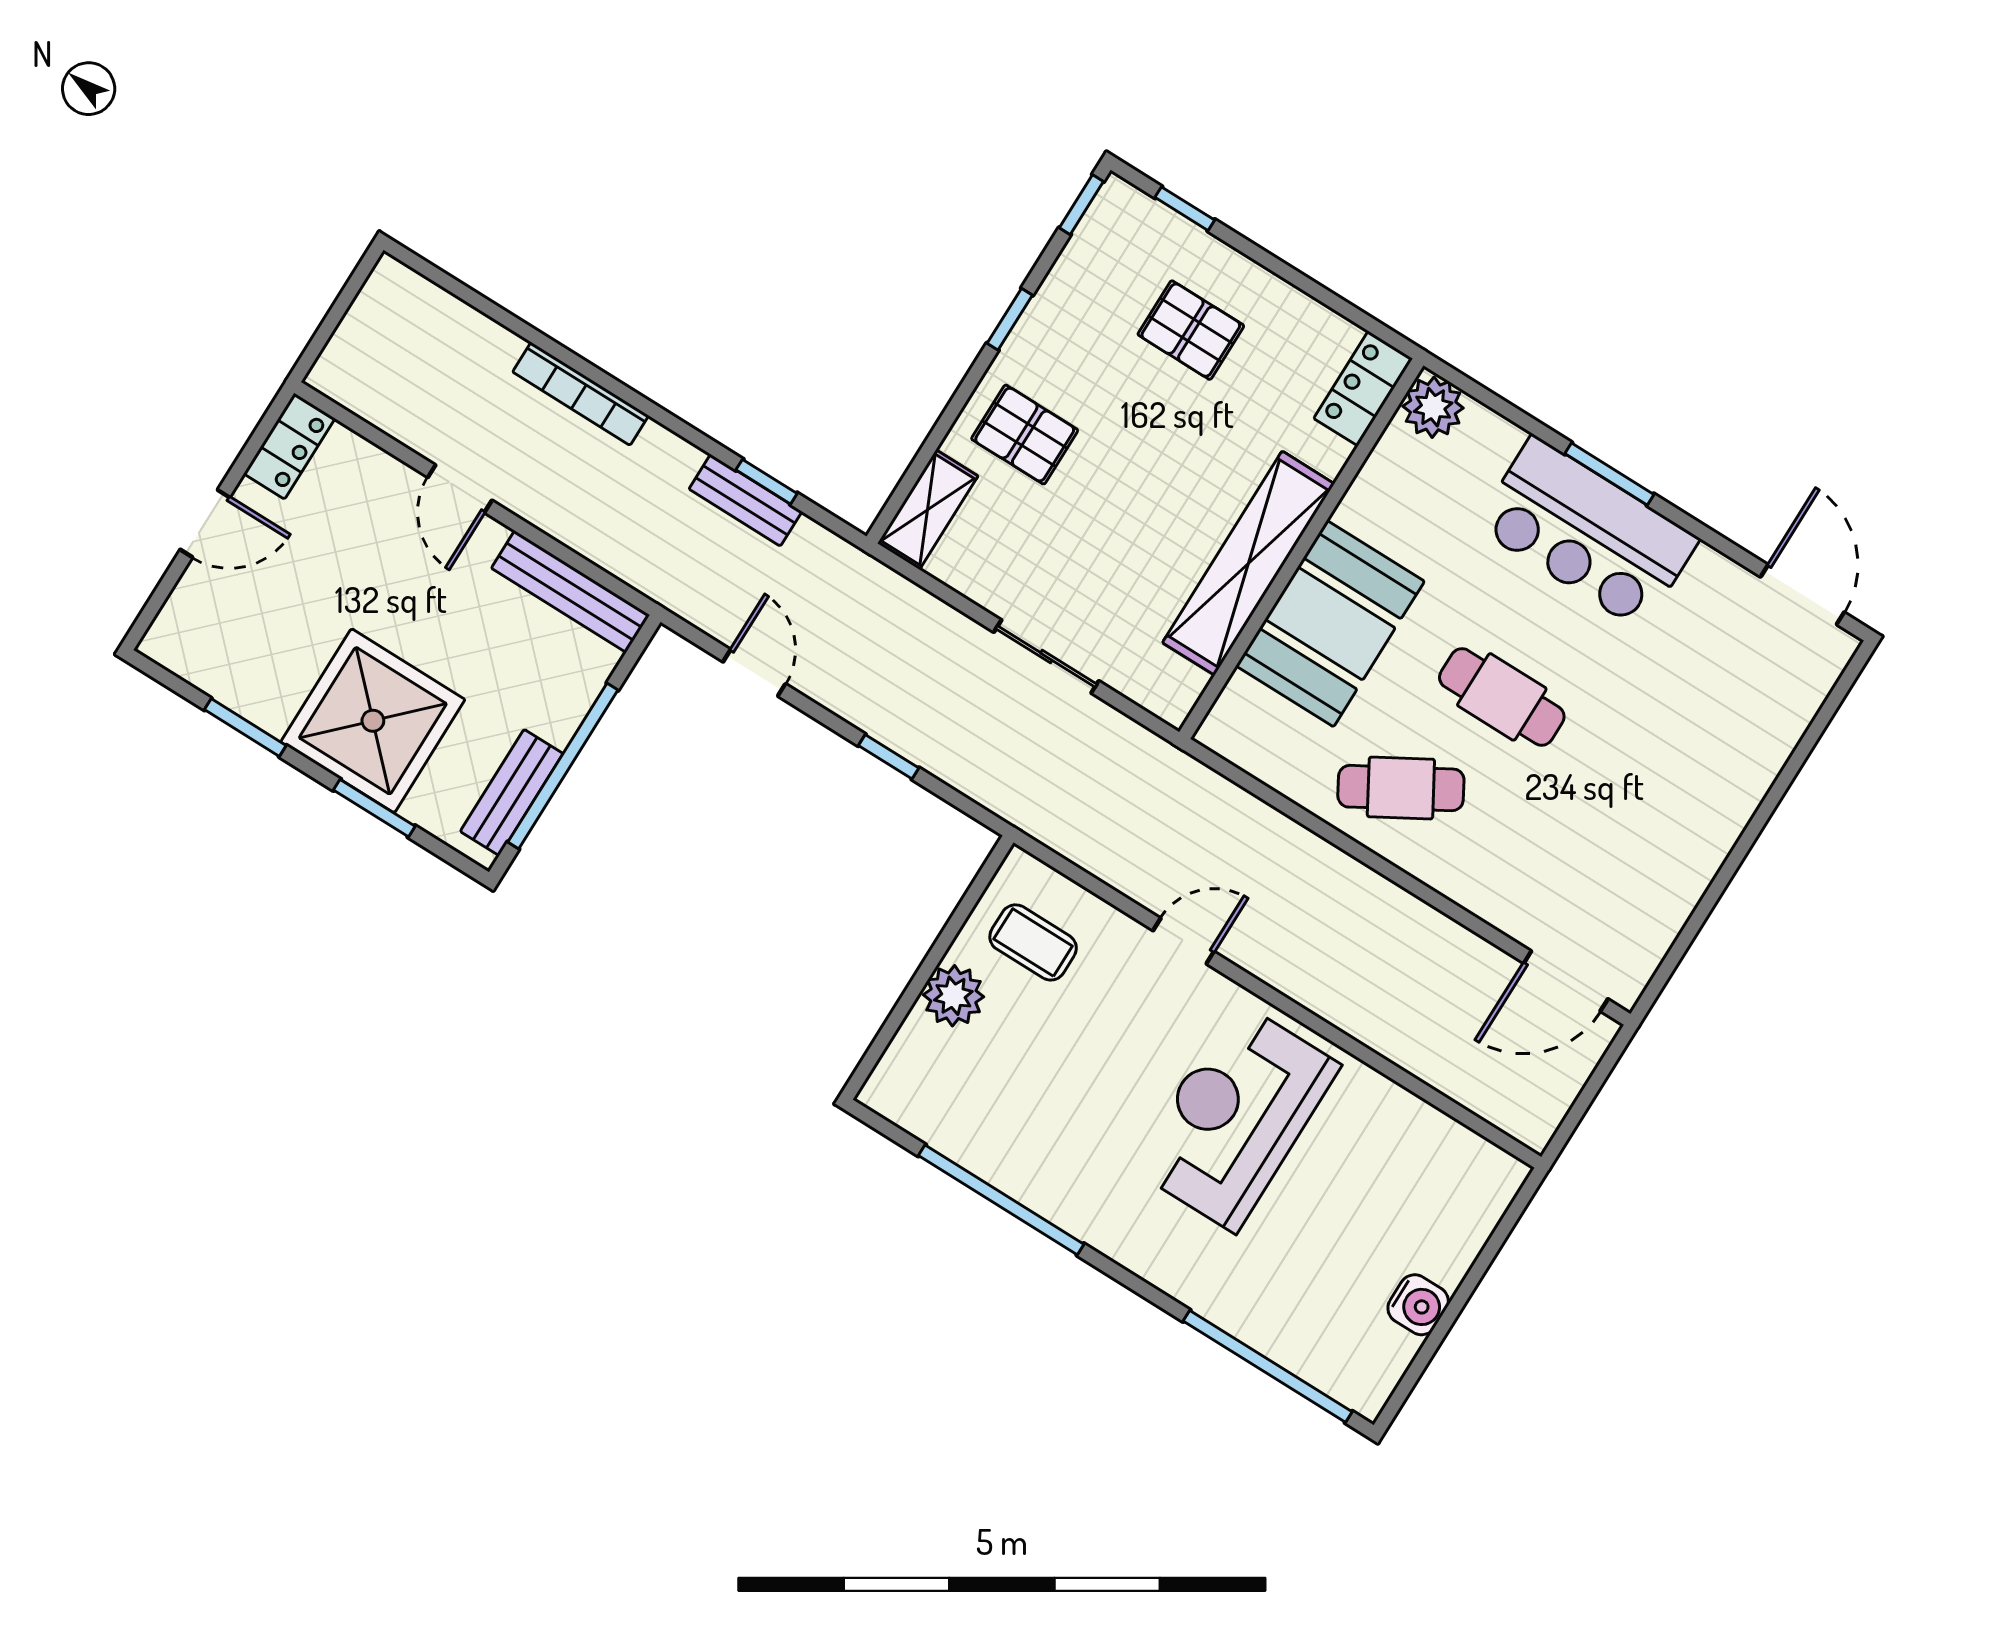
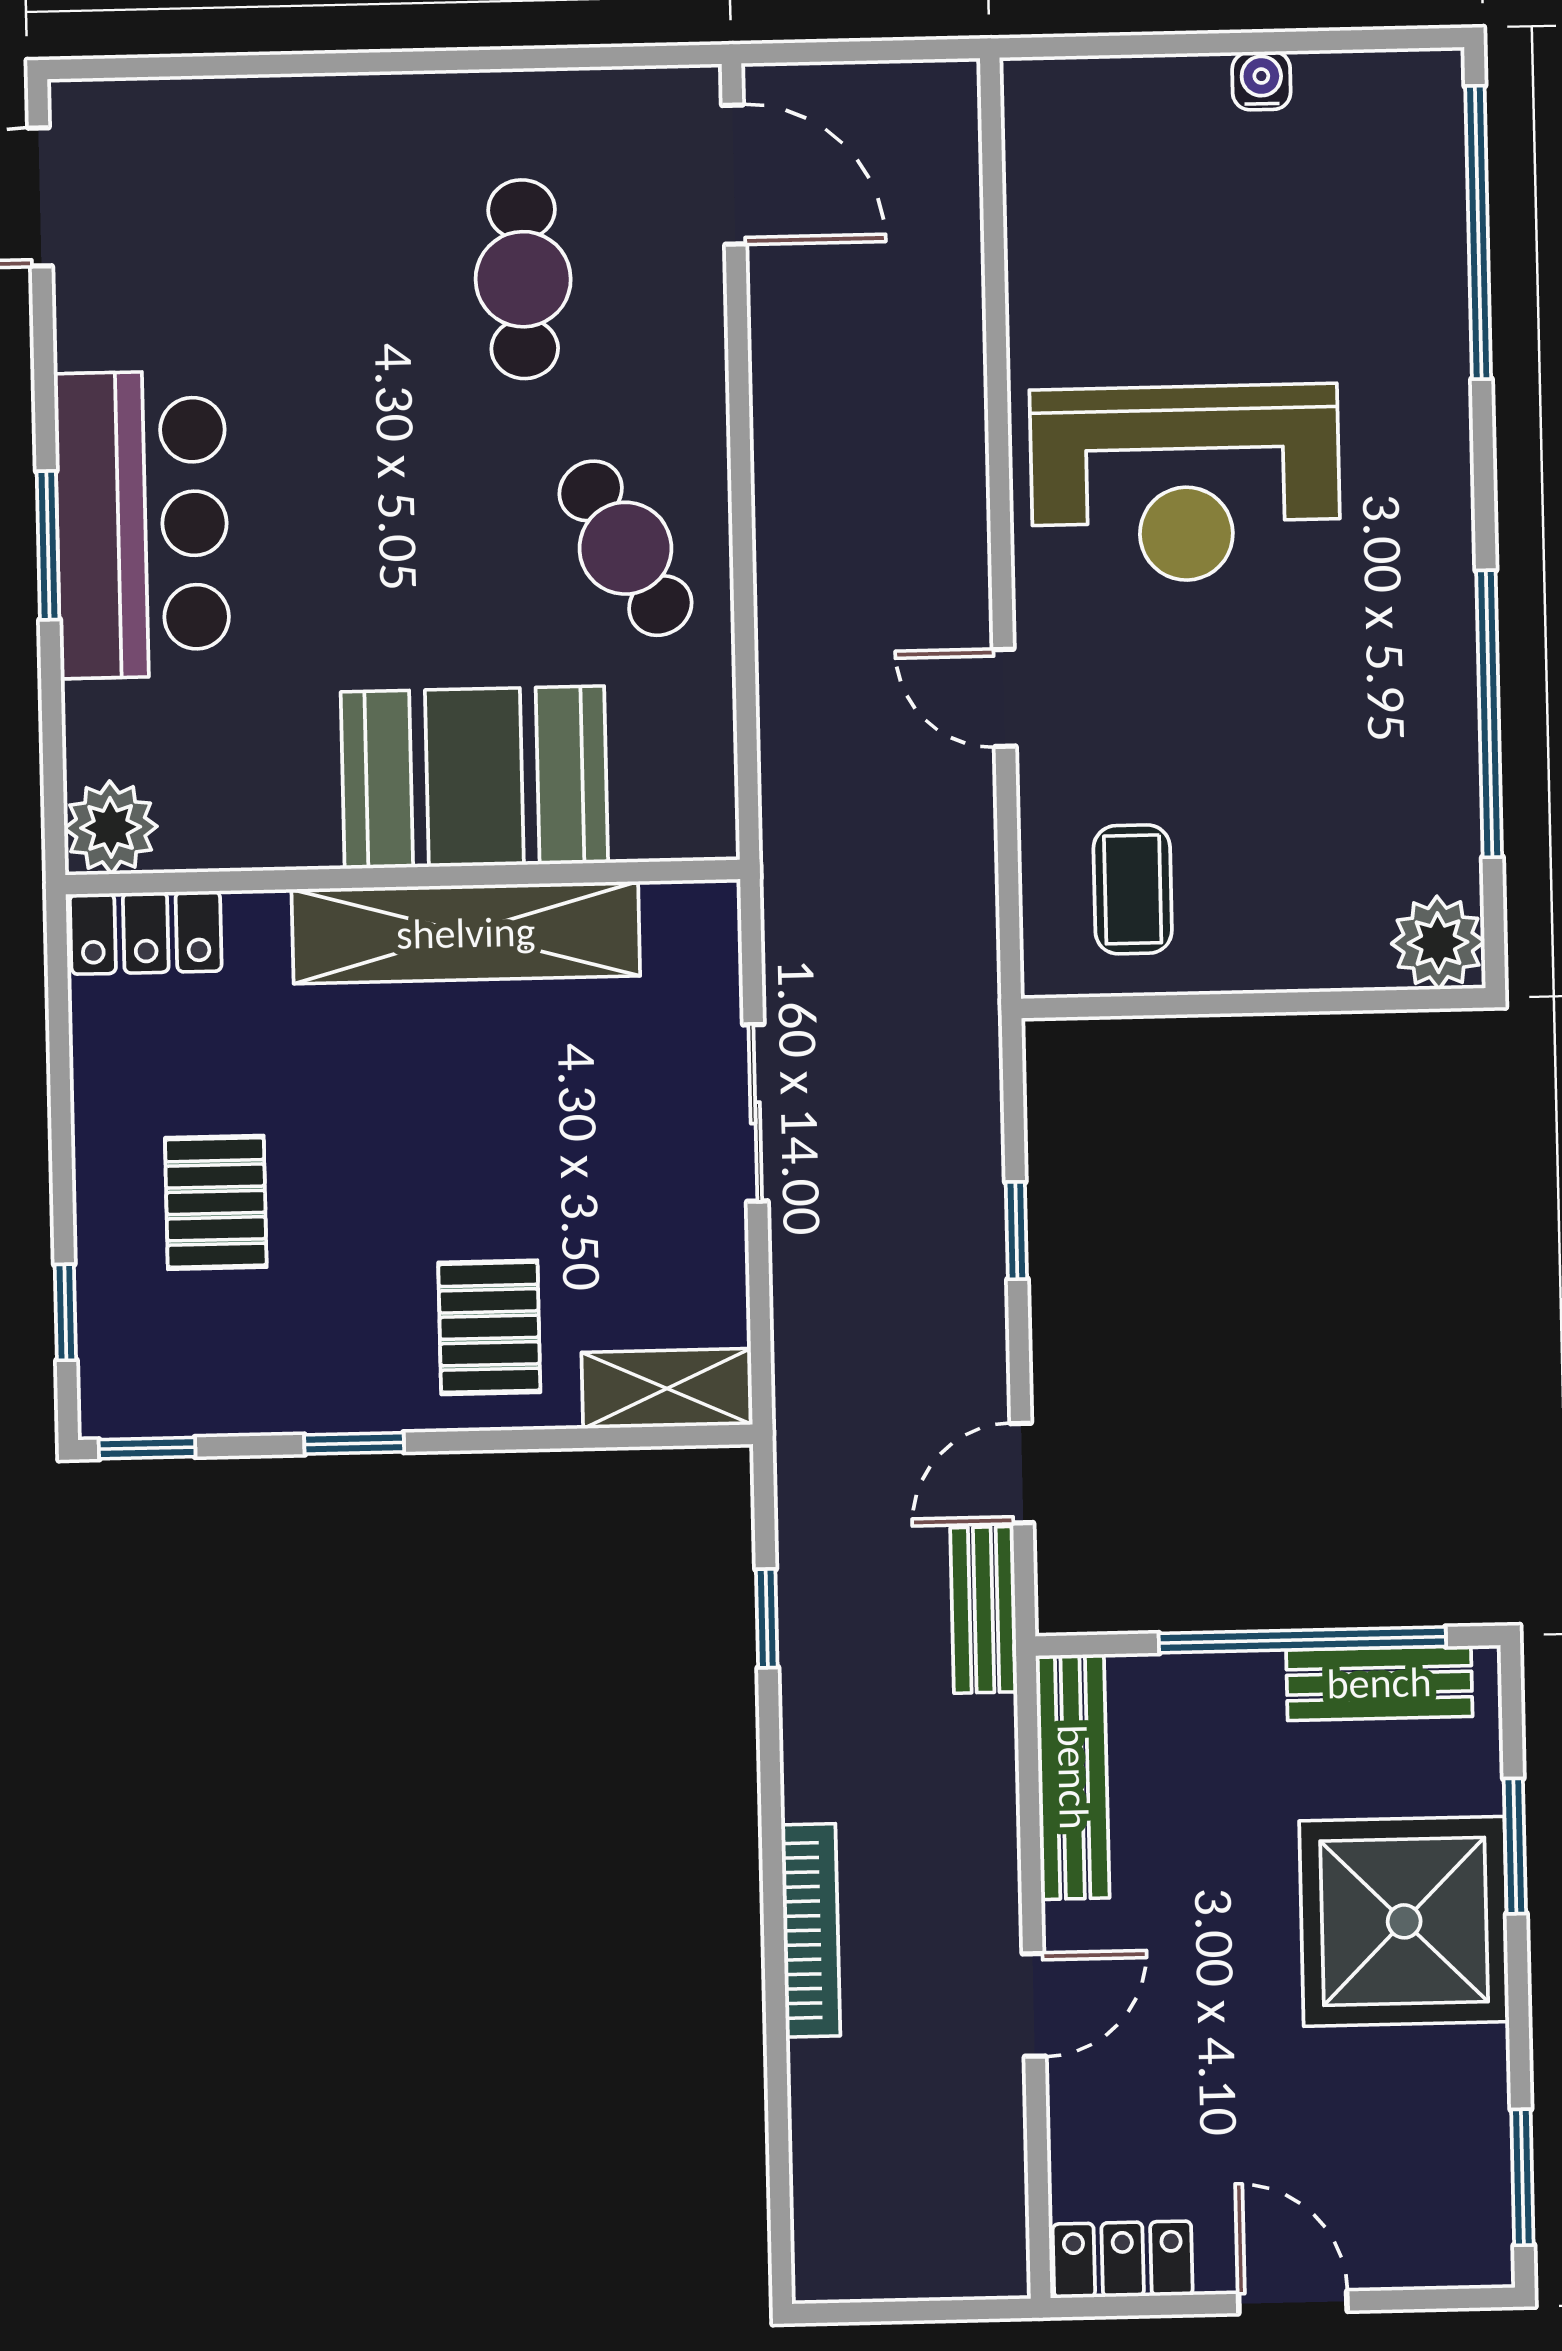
bench: (745, 500) -> (984, 1610), moved
cafe table: (1502, 697) -> (523, 279), moved
window: (245, 728) -> (1522, 2177), moved
plant: (953, 996) -> (1438, 943), moved
water cooler: (1418, 1305) -> (1261, 81), width x0.72, depth x0.72

